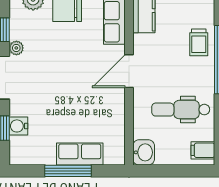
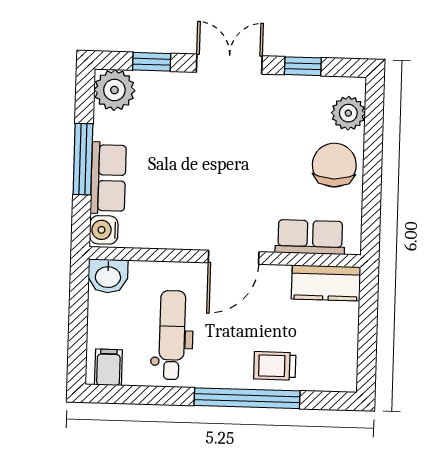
plant: (16, 48) -> (114, 90), moved, width x1.88, depth x1.88
door: (129, 71) -> (234, 257), swing flipped
water cooler: (18, 126) -> (104, 230), moved, turned -90

